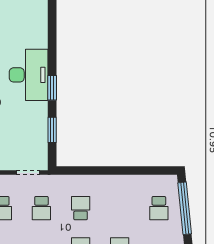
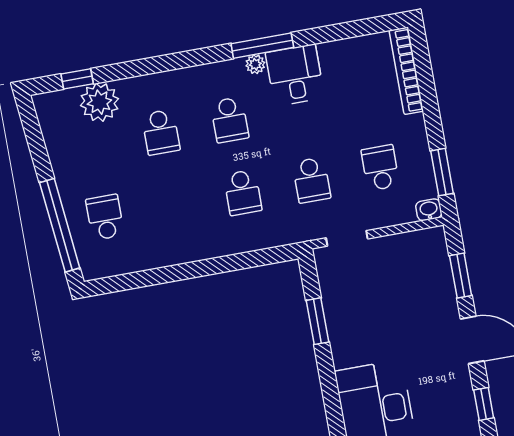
window: (52, 88) -> (331, 395), removed
school desk: (41, 208) -> (311, 180), turned 180

